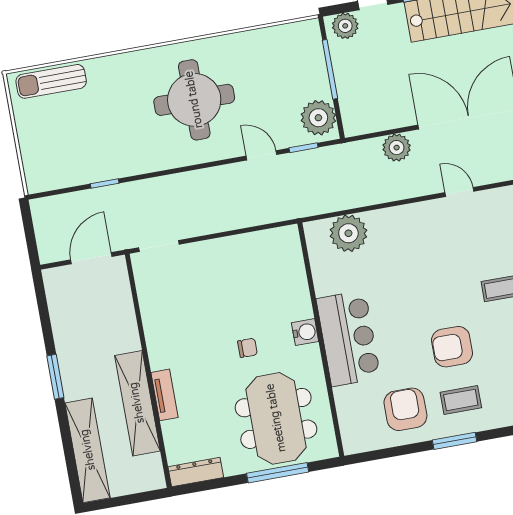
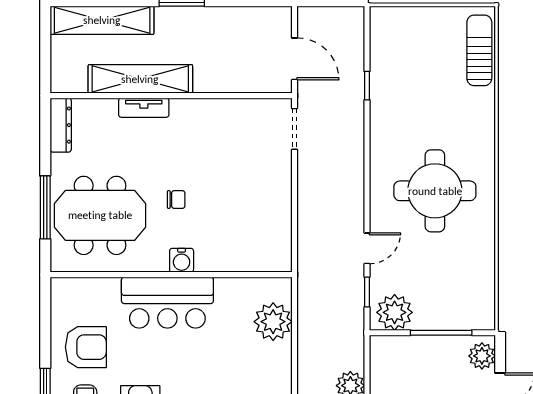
chair: (247, 348) -> (176, 199), turned -90

